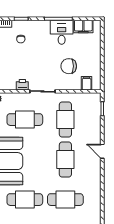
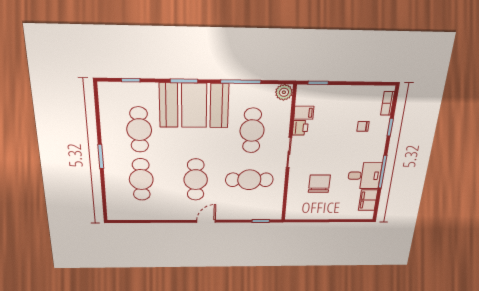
filing cabinet: (87, 83) -> (304, 113), moved
cafe table: (65, 160) -> (196, 180), turned 90

